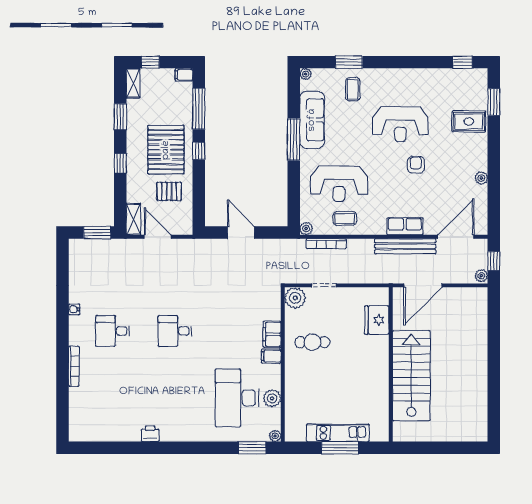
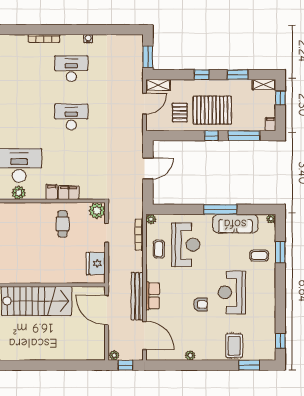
reception desk: (339, 184) -> (186, 245), turned 180
fridge: (377, 320) -> (96, 263), moved, turned -90
desk: (113, 331) -> (71, 69), width x1.37
desk: (175, 331) -> (71, 117), width x1.37

